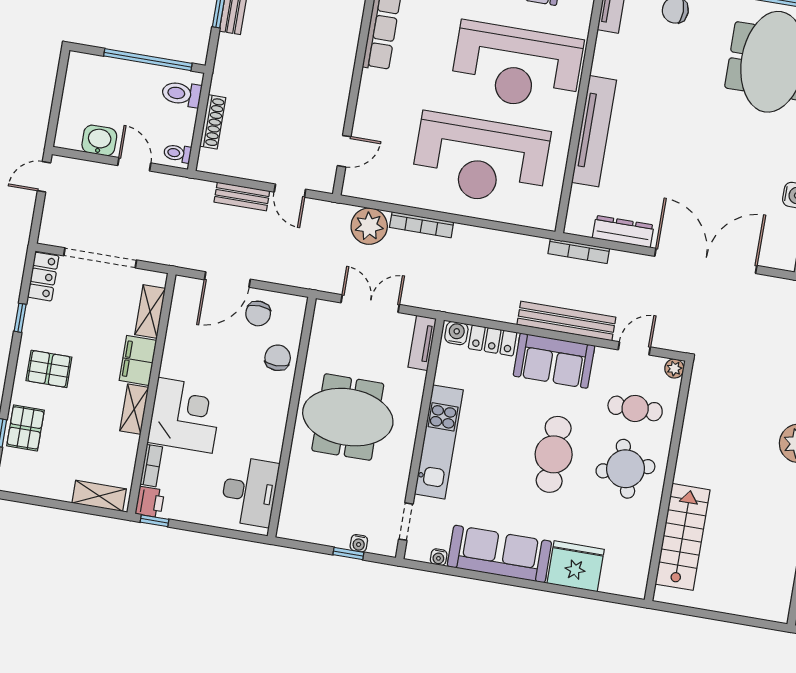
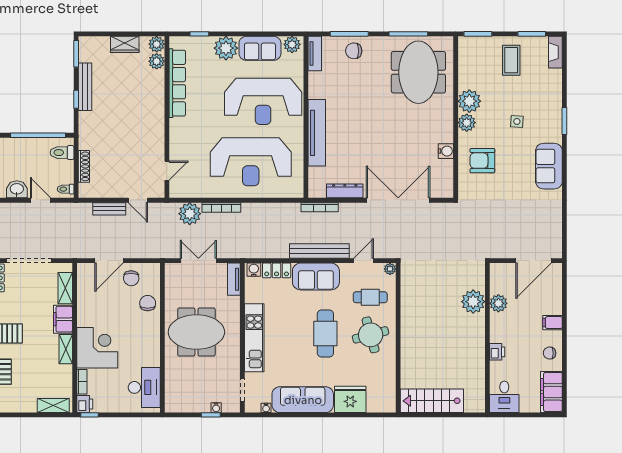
stairs: (683, 537) -> (432, 401), moved, turned -90

